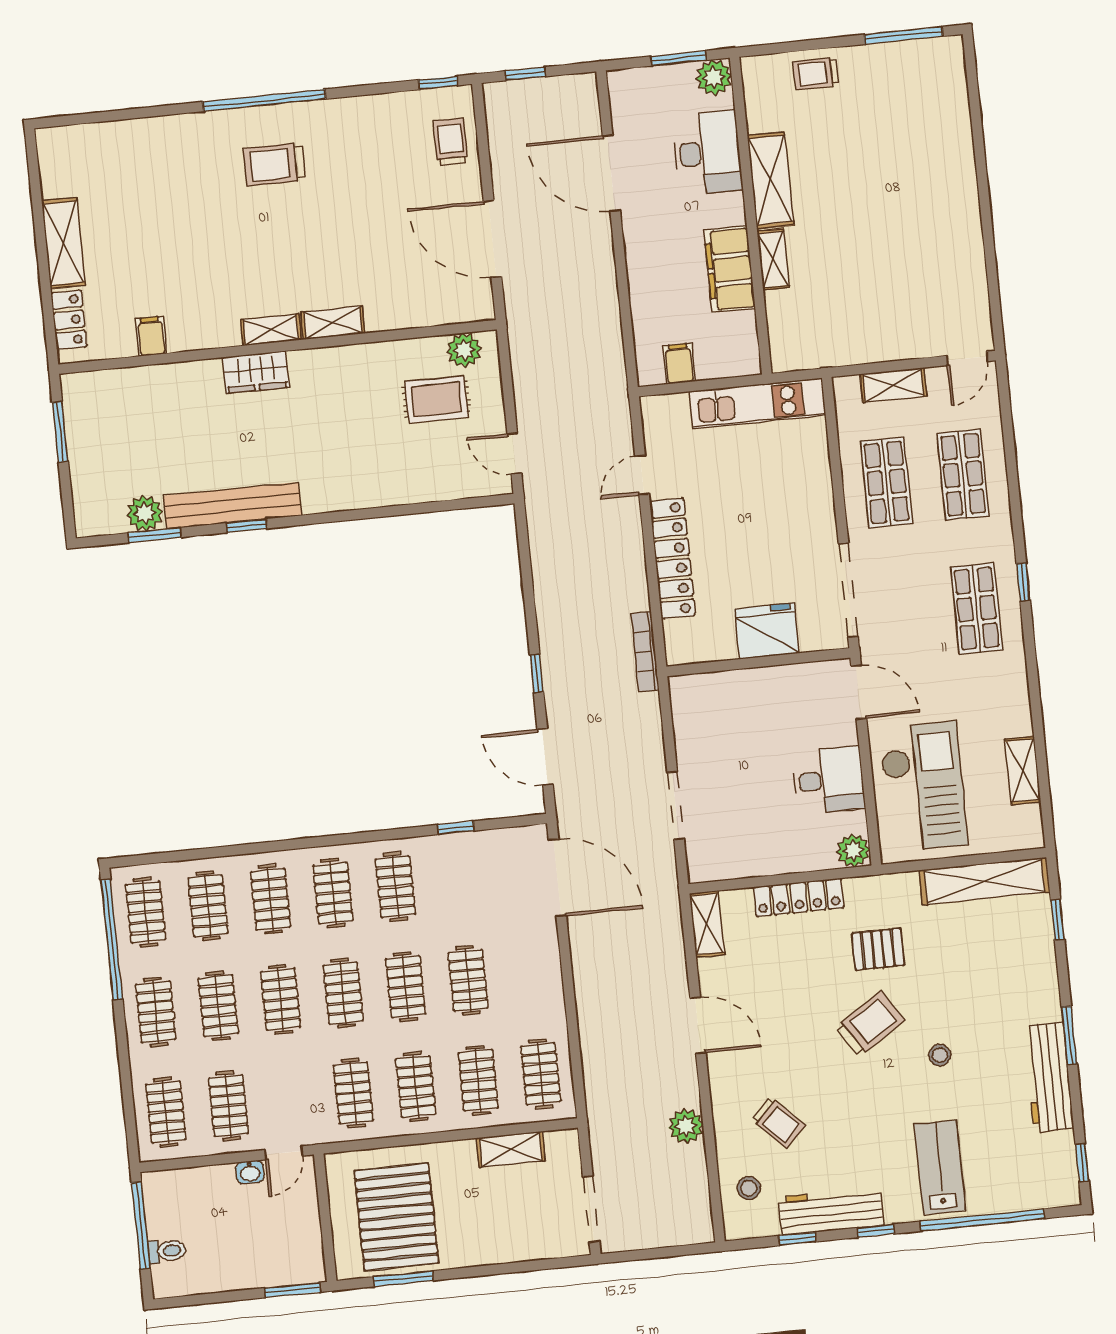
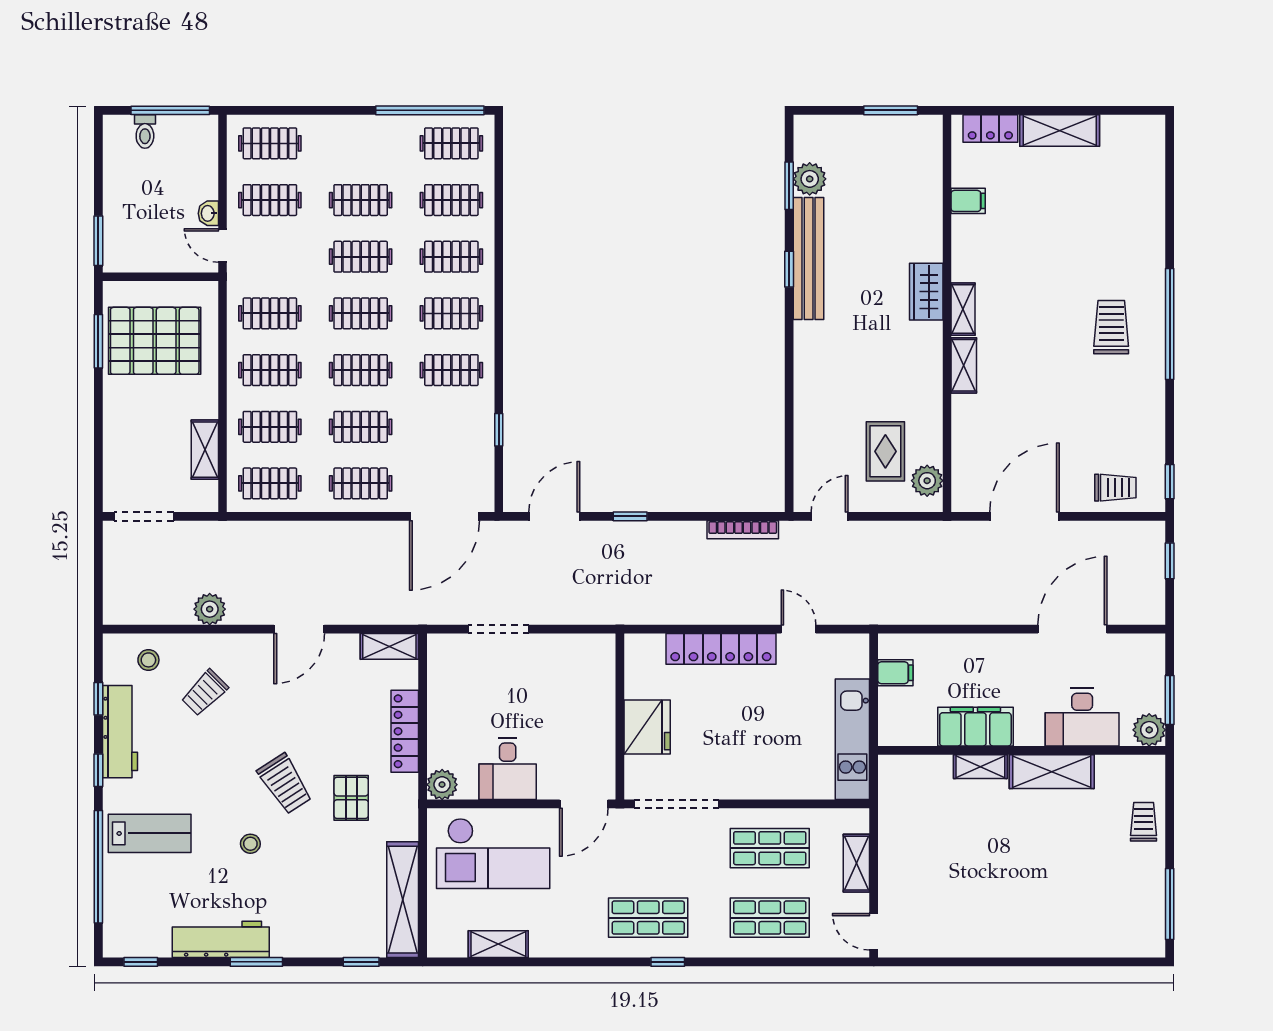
bookcase: (645, 652) -> (743, 530), moved, turned 180
clothes rail: (156, 1012) -> (361, 483), moved

